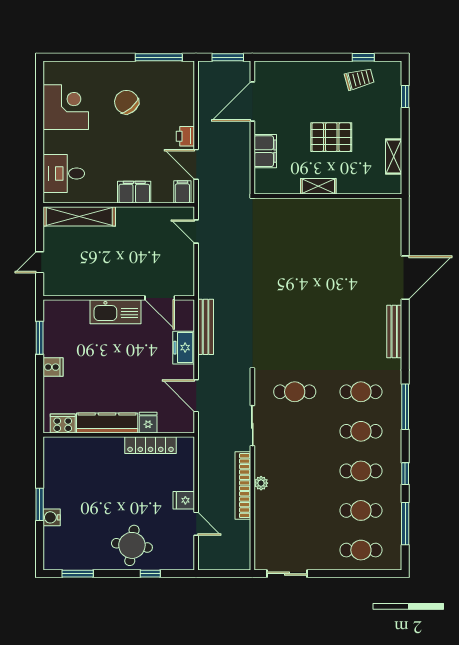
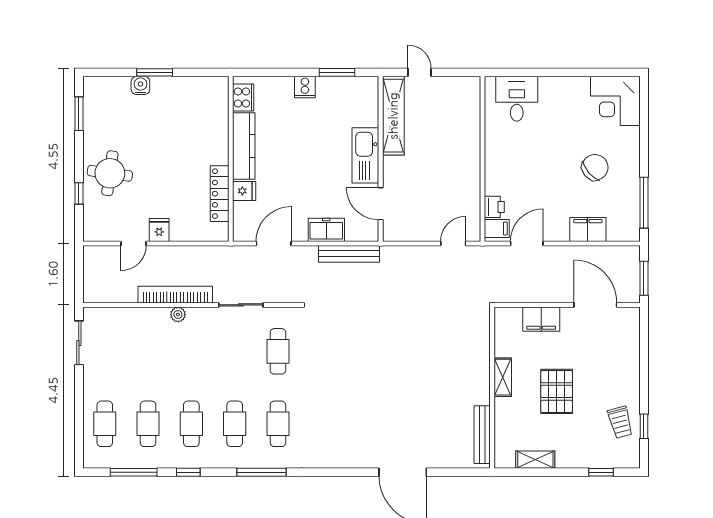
corner desk: (66, 107) -> (615, 101), moved, turned 90
printer: (185, 136) -> (494, 207), moved, turned 90
filing cabinet: (134, 192) -> (588, 229), moved, turned -90
shelving: (79, 216) -> (393, 116), moved
door: (160, 298) -> (381, 204), hinge flipped
bench: (394, 331) -> (482, 435), moved, turned 90

